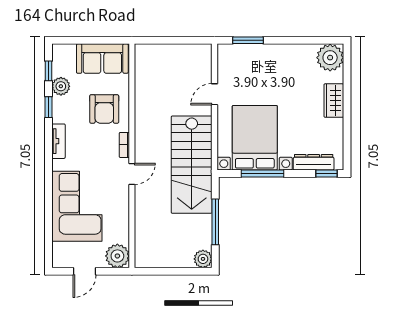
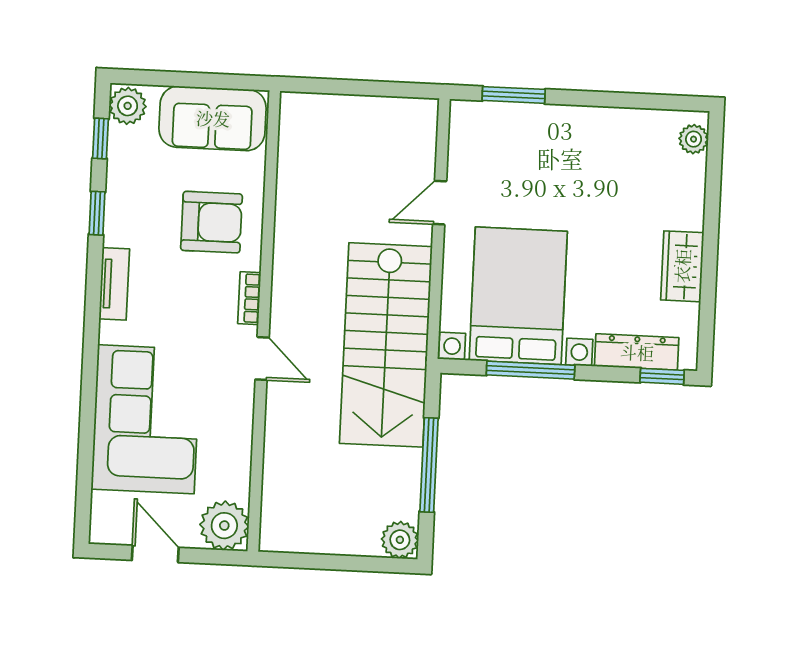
plant: (330, 58) -> (694, 139), width x0.53, depth x0.53
plant: (61, 86) -> (128, 106), moved
wardrobe: (334, 101) -> (682, 266), moved
armchair: (104, 109) -> (212, 222), turned -90
door: (132, 174) -> (262, 358), hinge flipped
door: (85, 271) -> (155, 554), swing flipped

